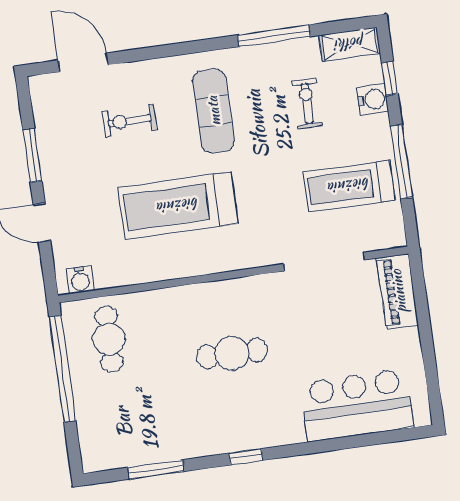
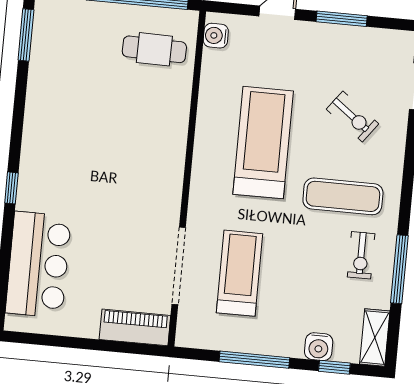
exercise bike: (307, 104) -> (361, 255), moved, turned 90
exercise bike: (129, 121) -> (353, 117), turned 127
treadmill: (349, 186) -> (240, 273), moved
cafe table: (232, 353) -> (114, 160), removed
window: (246, 457) -> (11, 188), moved
window: (156, 470) -> (26, 35), moved

